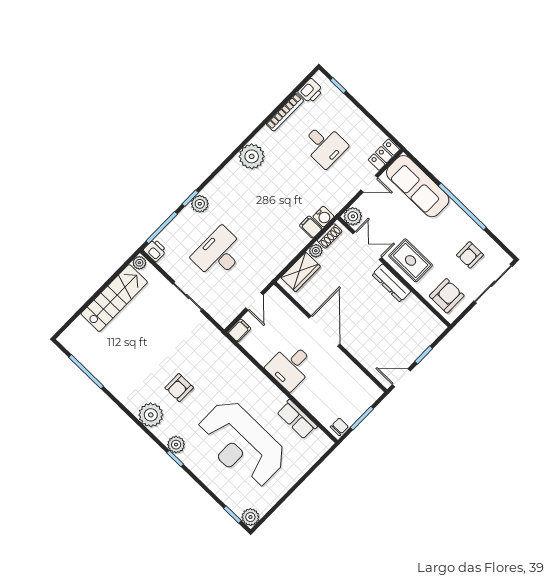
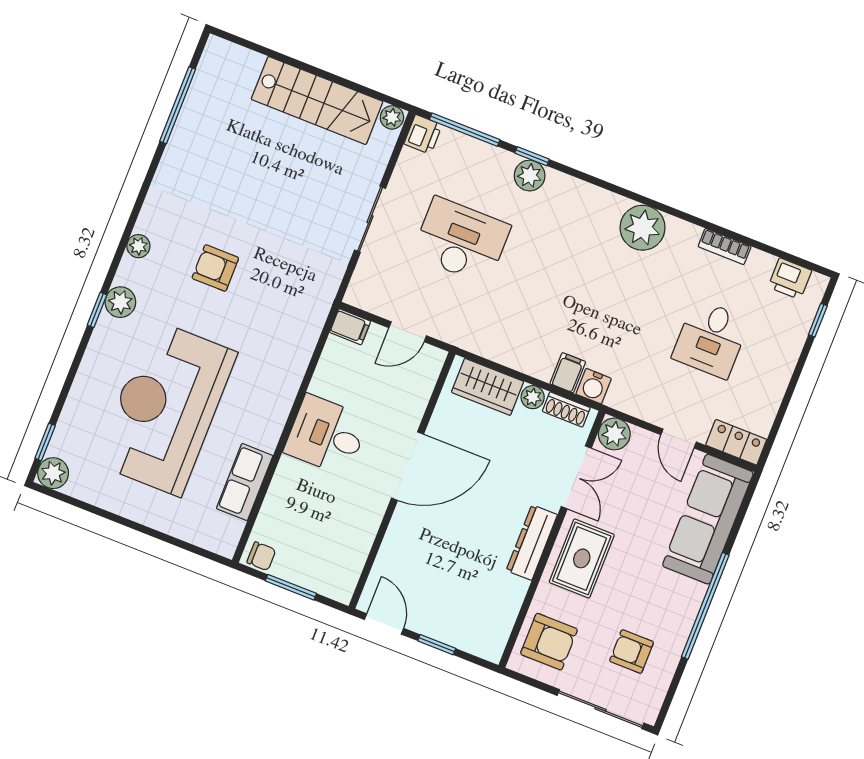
bookcase: (285, 112) -> (725, 247), width x0.64
plant: (151, 415) -> (138, 246), width x0.53, depth x0.53

